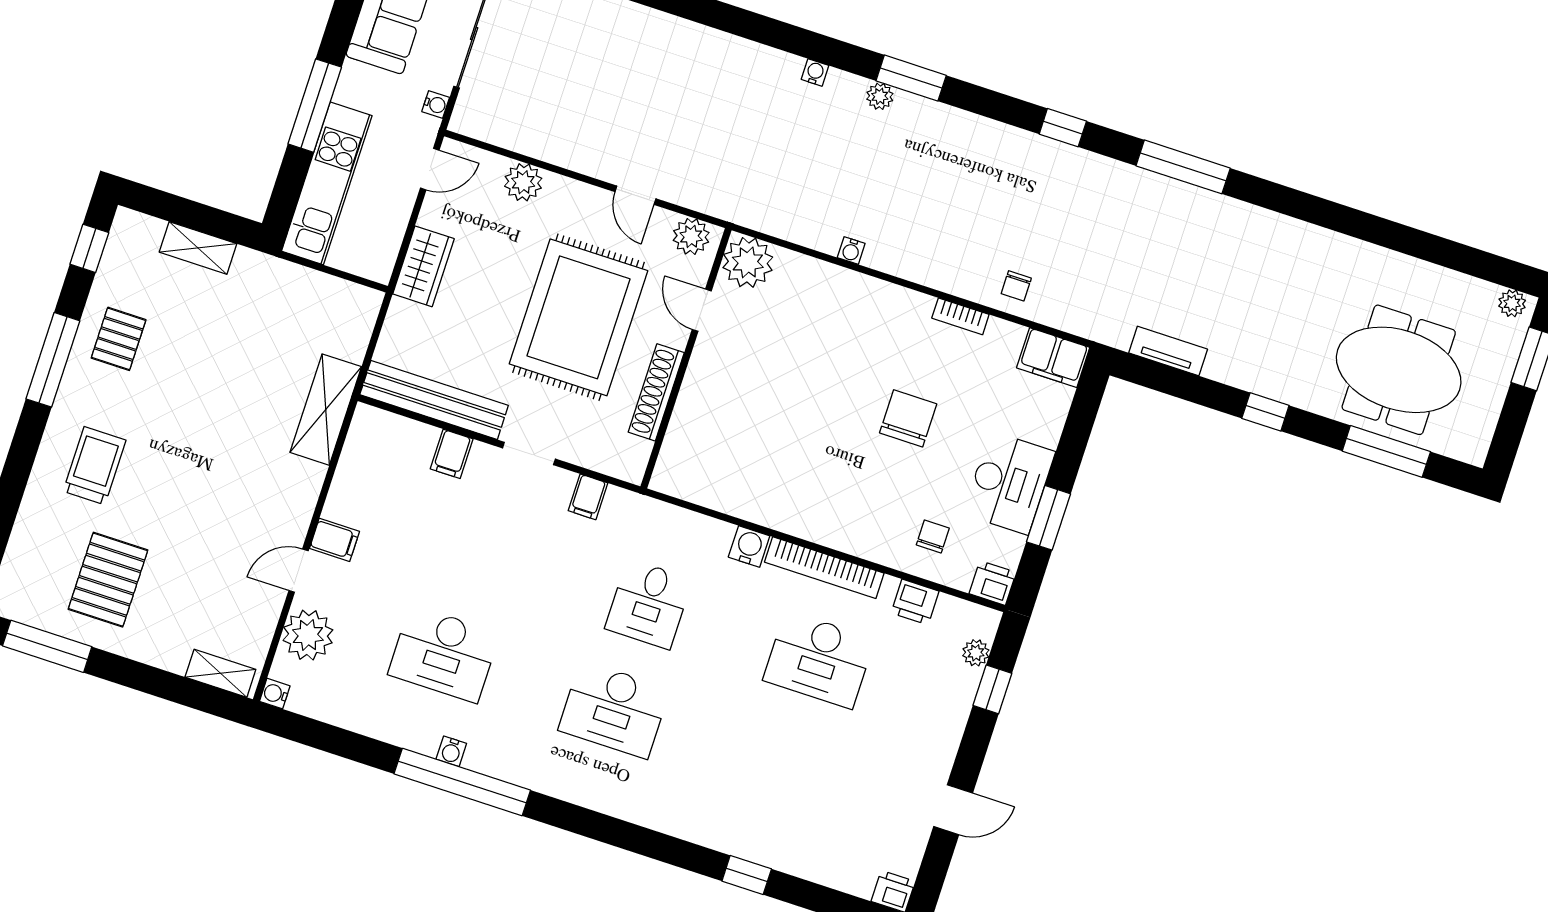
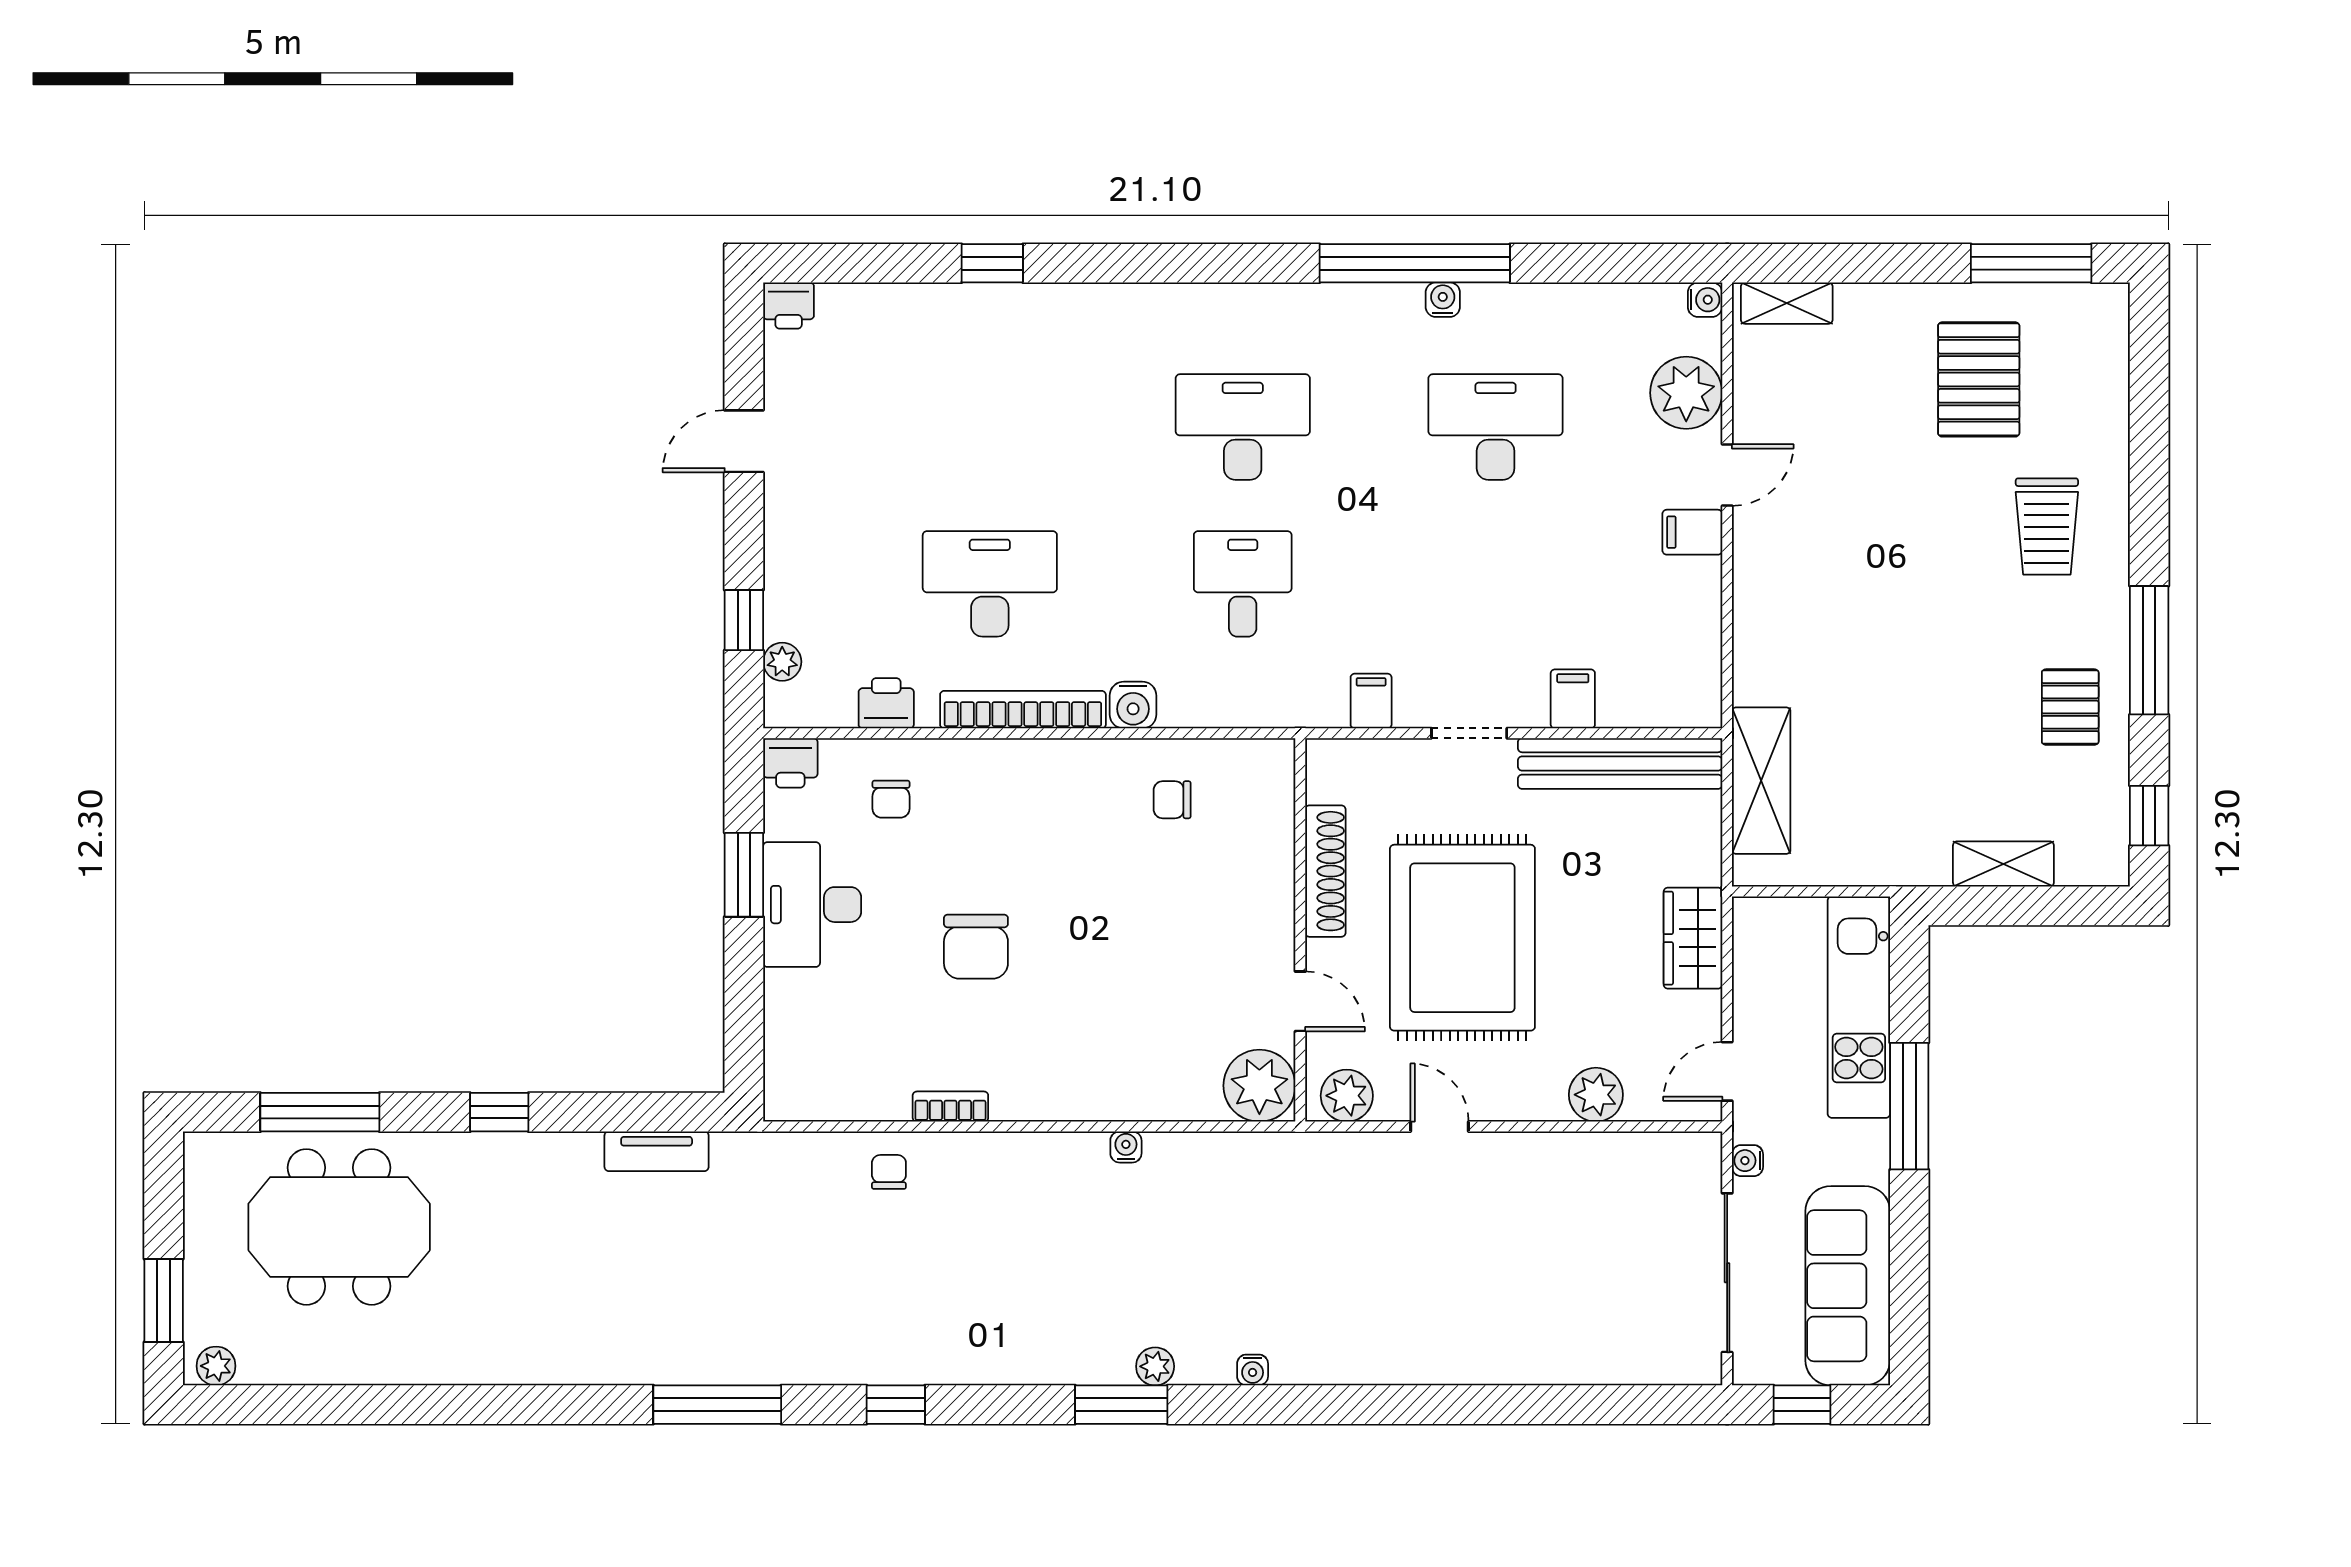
filing cabinet: (1053, 358) -> (808, 1092), removed
shelving: (326, 410) -> (1761, 781), moved
chair: (744, 474) -> (1172, 800), added

